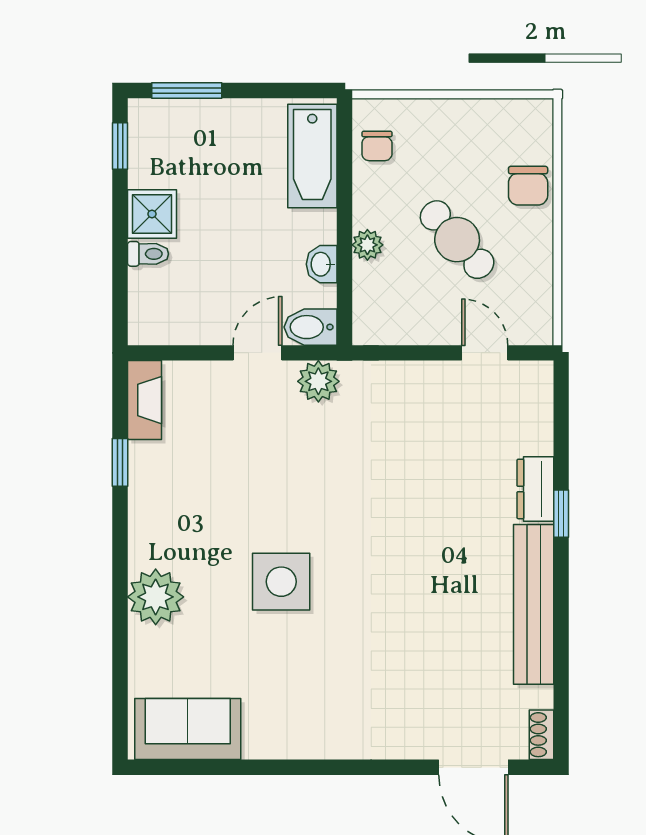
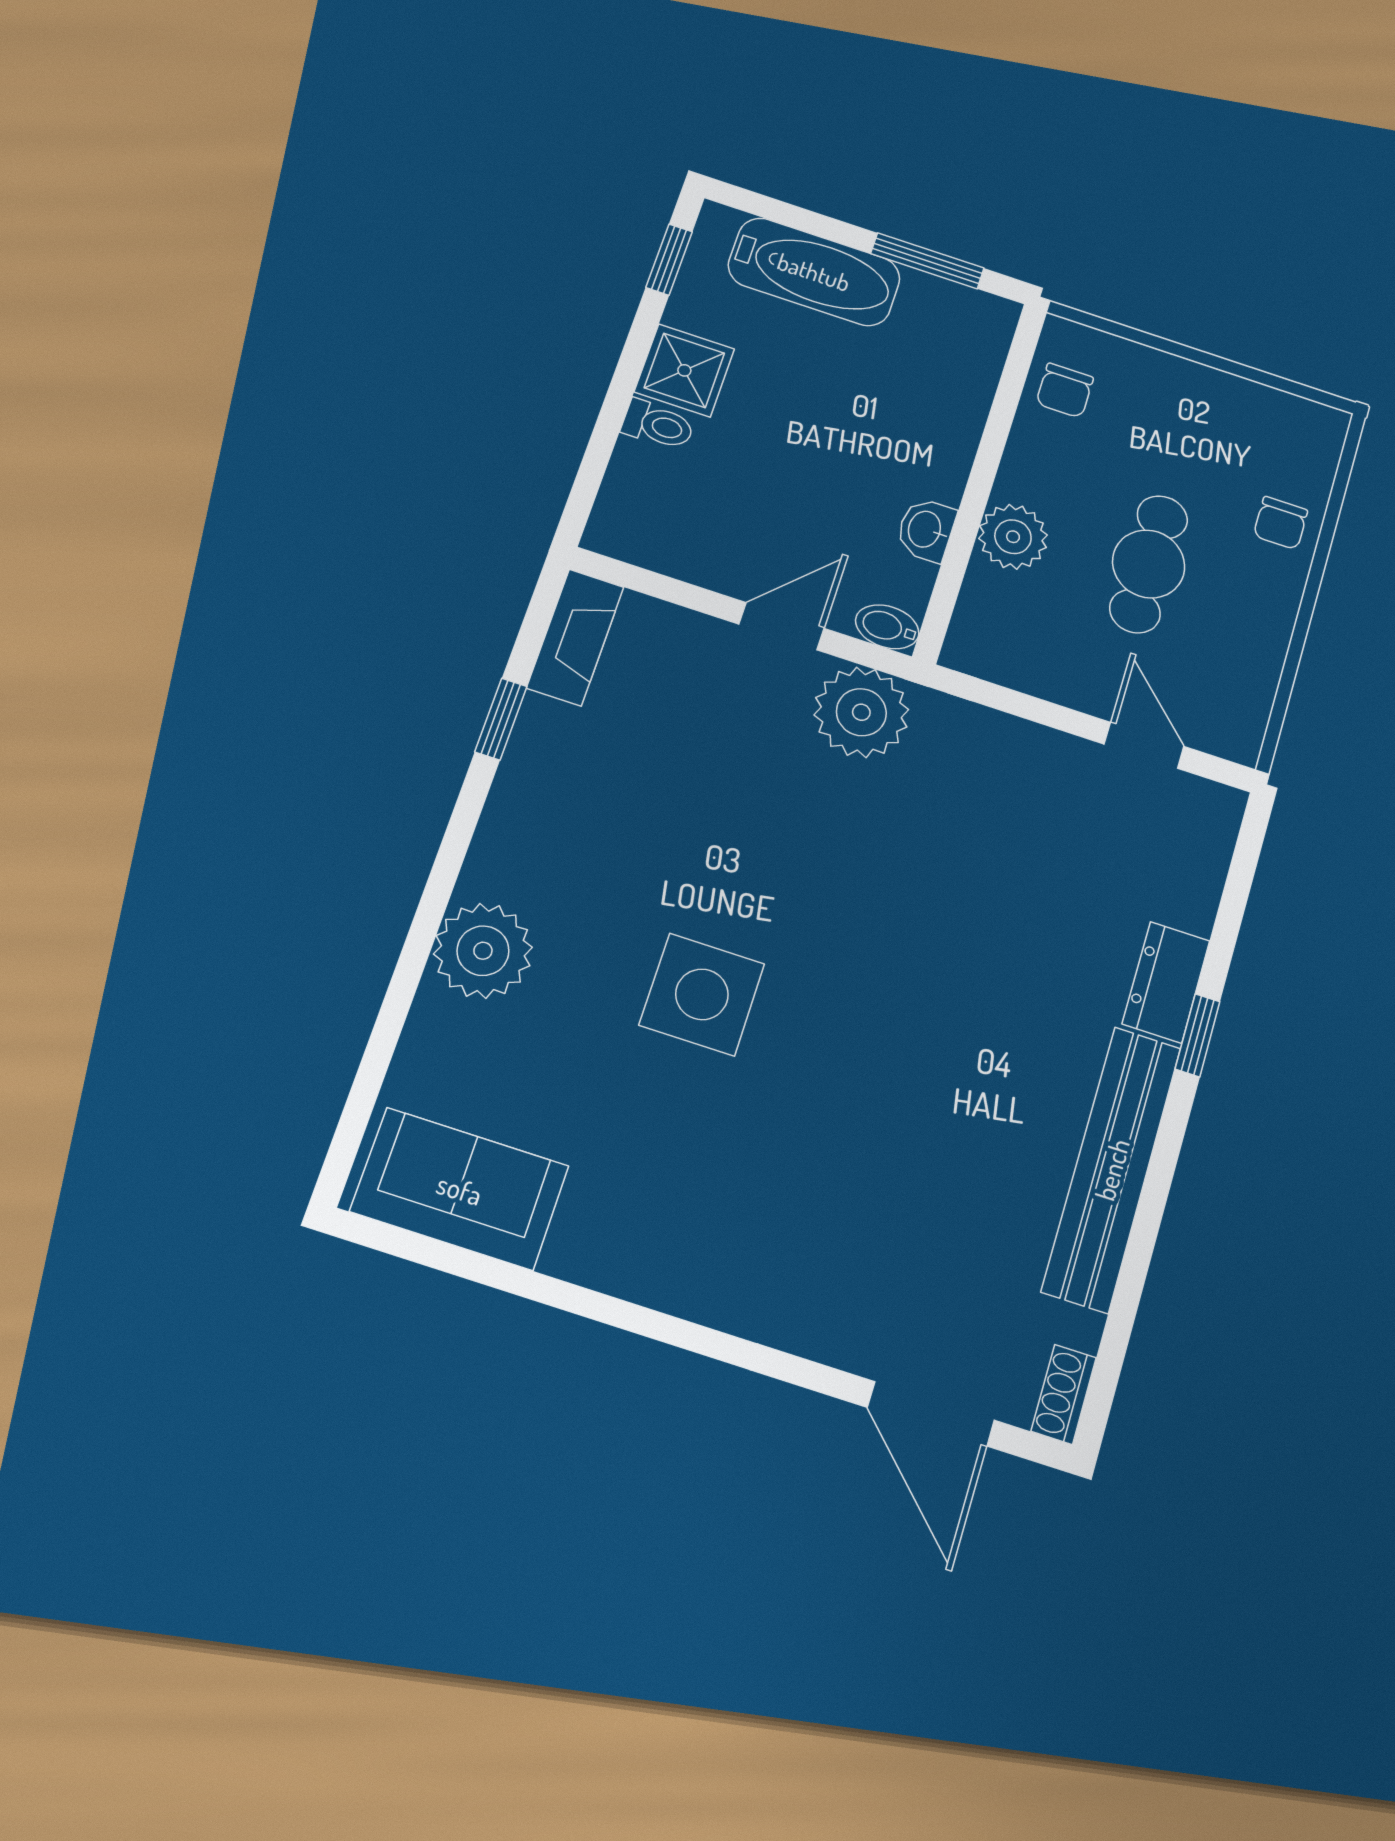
window: (187, 91) -> (927, 261), moved
bathtub: (312, 156) -> (814, 272), moved, turned -90
chair: (528, 186) -> (1281, 523), width x0.73, depth x0.73
cafe table: (457, 240) -> (1149, 564), turned 42
plant: (367, 245) -> (1013, 537), width x1.38, depth x1.38
bidet: (310, 327) -> (887, 627), width x0.72, depth x0.74
plant: (318, 381) -> (861, 712), width x1.36, depth x1.36

